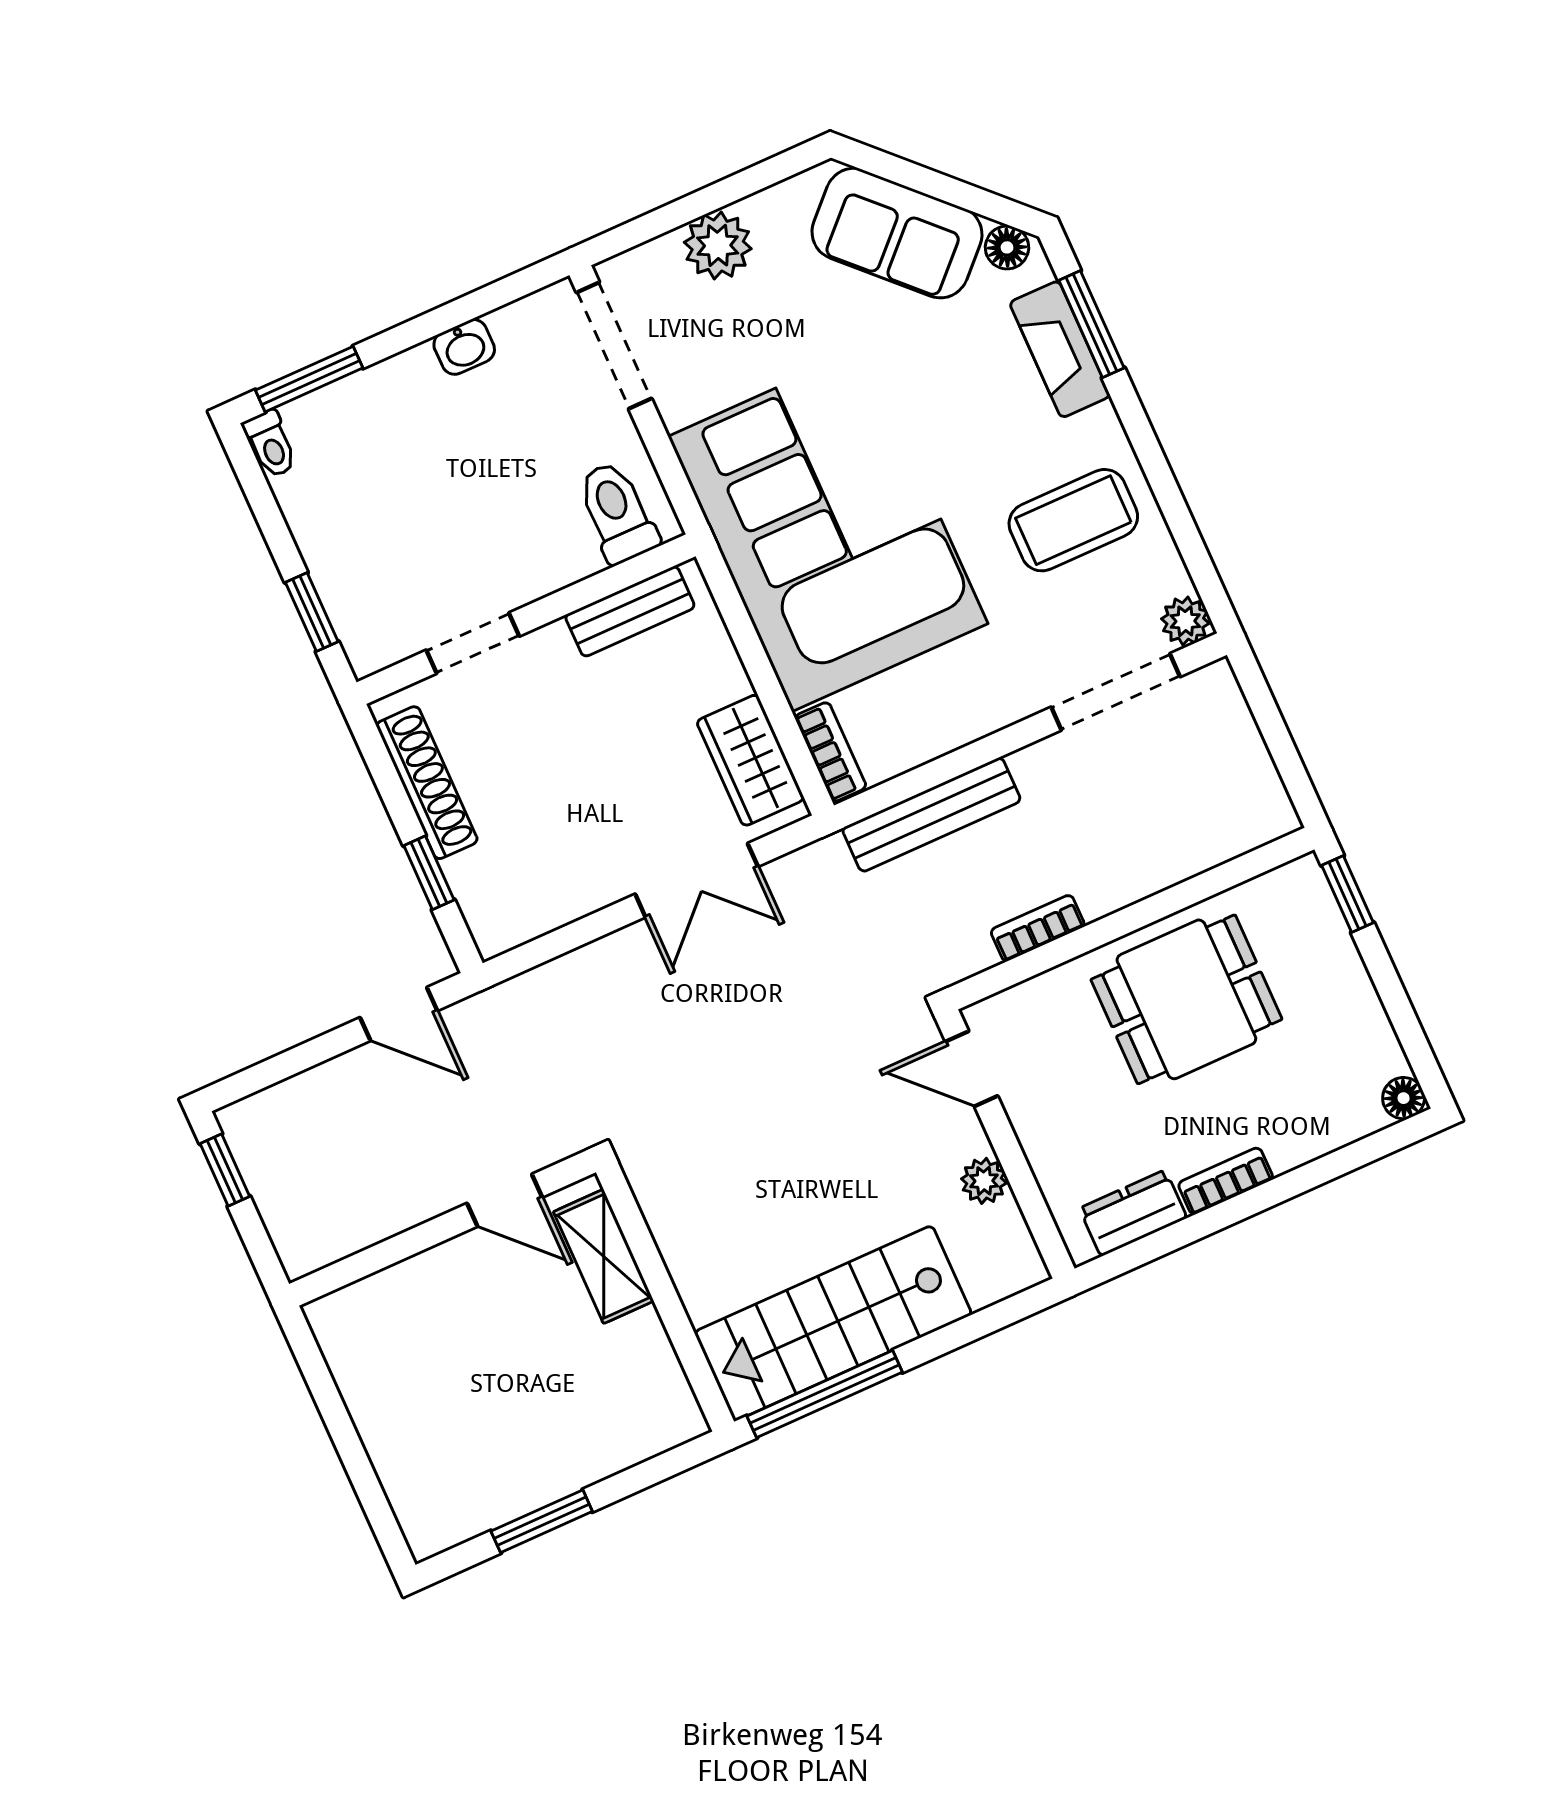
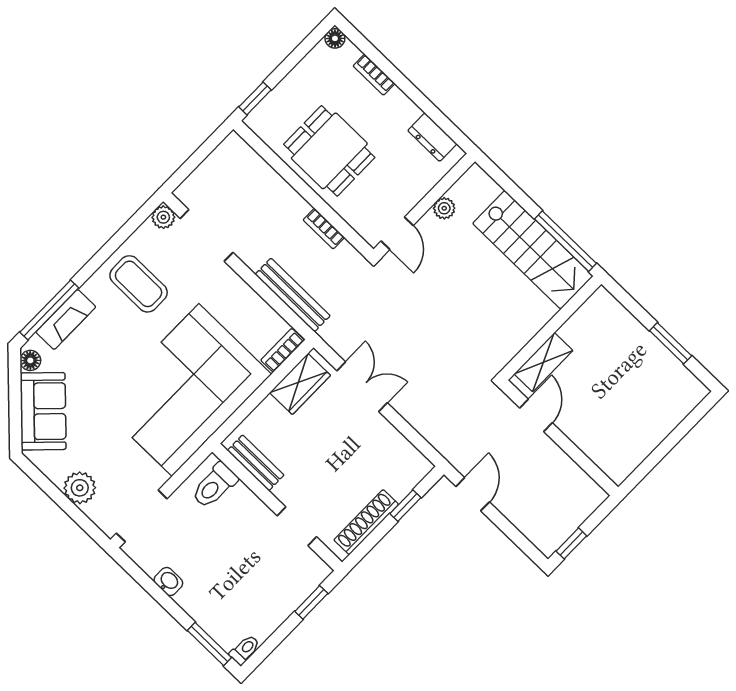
window: (1091, 324) -> (49, 310), width x1.44
bookcase: (1226, 1181) -> (374, 75), moved

